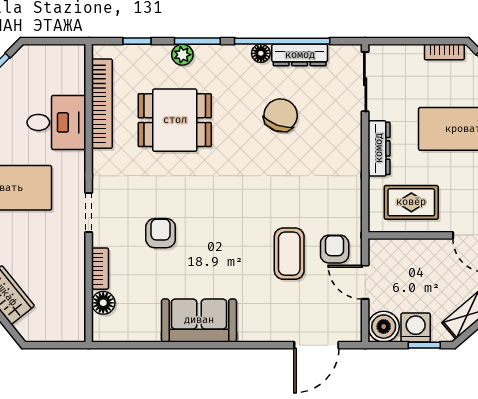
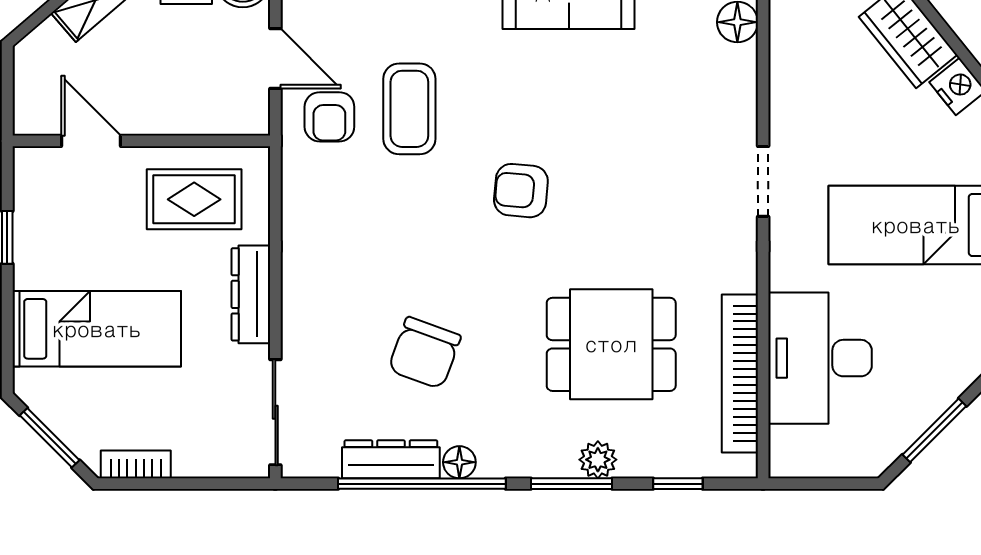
desk: (56, 122) -> (820, 358), width x1.37
armchair: (161, 233) -> (521, 191), moved, turned 95
bookcase: (100, 269) -> (743, 83), removed

